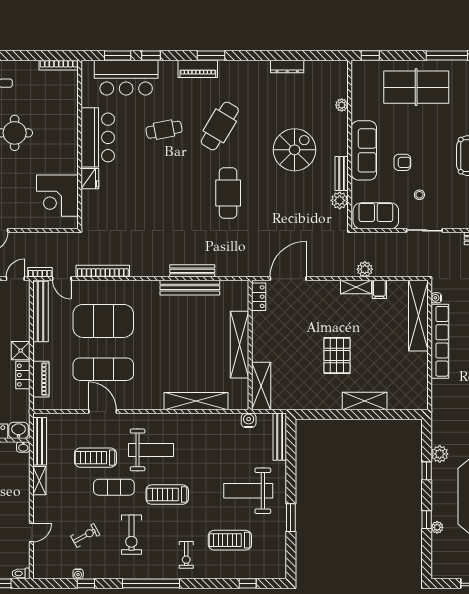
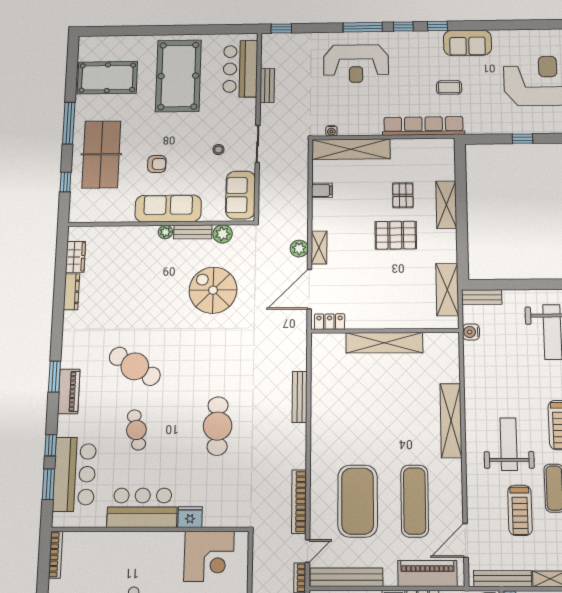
window: (370, 55) -> (65, 182), moved
wardrobe: (319, 68) -> (75, 257), added
plant: (342, 105) -> (165, 232), moved
spiral stairs: (294, 150) -> (213, 290), moved
armchair: (402, 162) -> (157, 164), moved, turned 90
cafe table: (228, 193) -> (218, 426), moved, turned 90
plant: (365, 269) -> (299, 249), moved
door: (288, 279) -> (309, 289), hinge flipped
shelving: (356, 287) -> (319, 248), moved
bench: (190, 288) -> (319, 399), removed
row of seats: (440, 341) -> (424, 126), moved
pallet: (374, 362) -> (403, 195), added
piano: (41, 379) -> (427, 574), width x1.37, depth x1.33
shelving: (261, 386) -> (447, 290), moved, turned 90
shelving: (196, 401) -> (451, 421), moved
door: (103, 411) -> (466, 540), moved
bench: (280, 437) -> (482, 297), width x0.73
plant: (440, 454) -> (503, 125), removed

